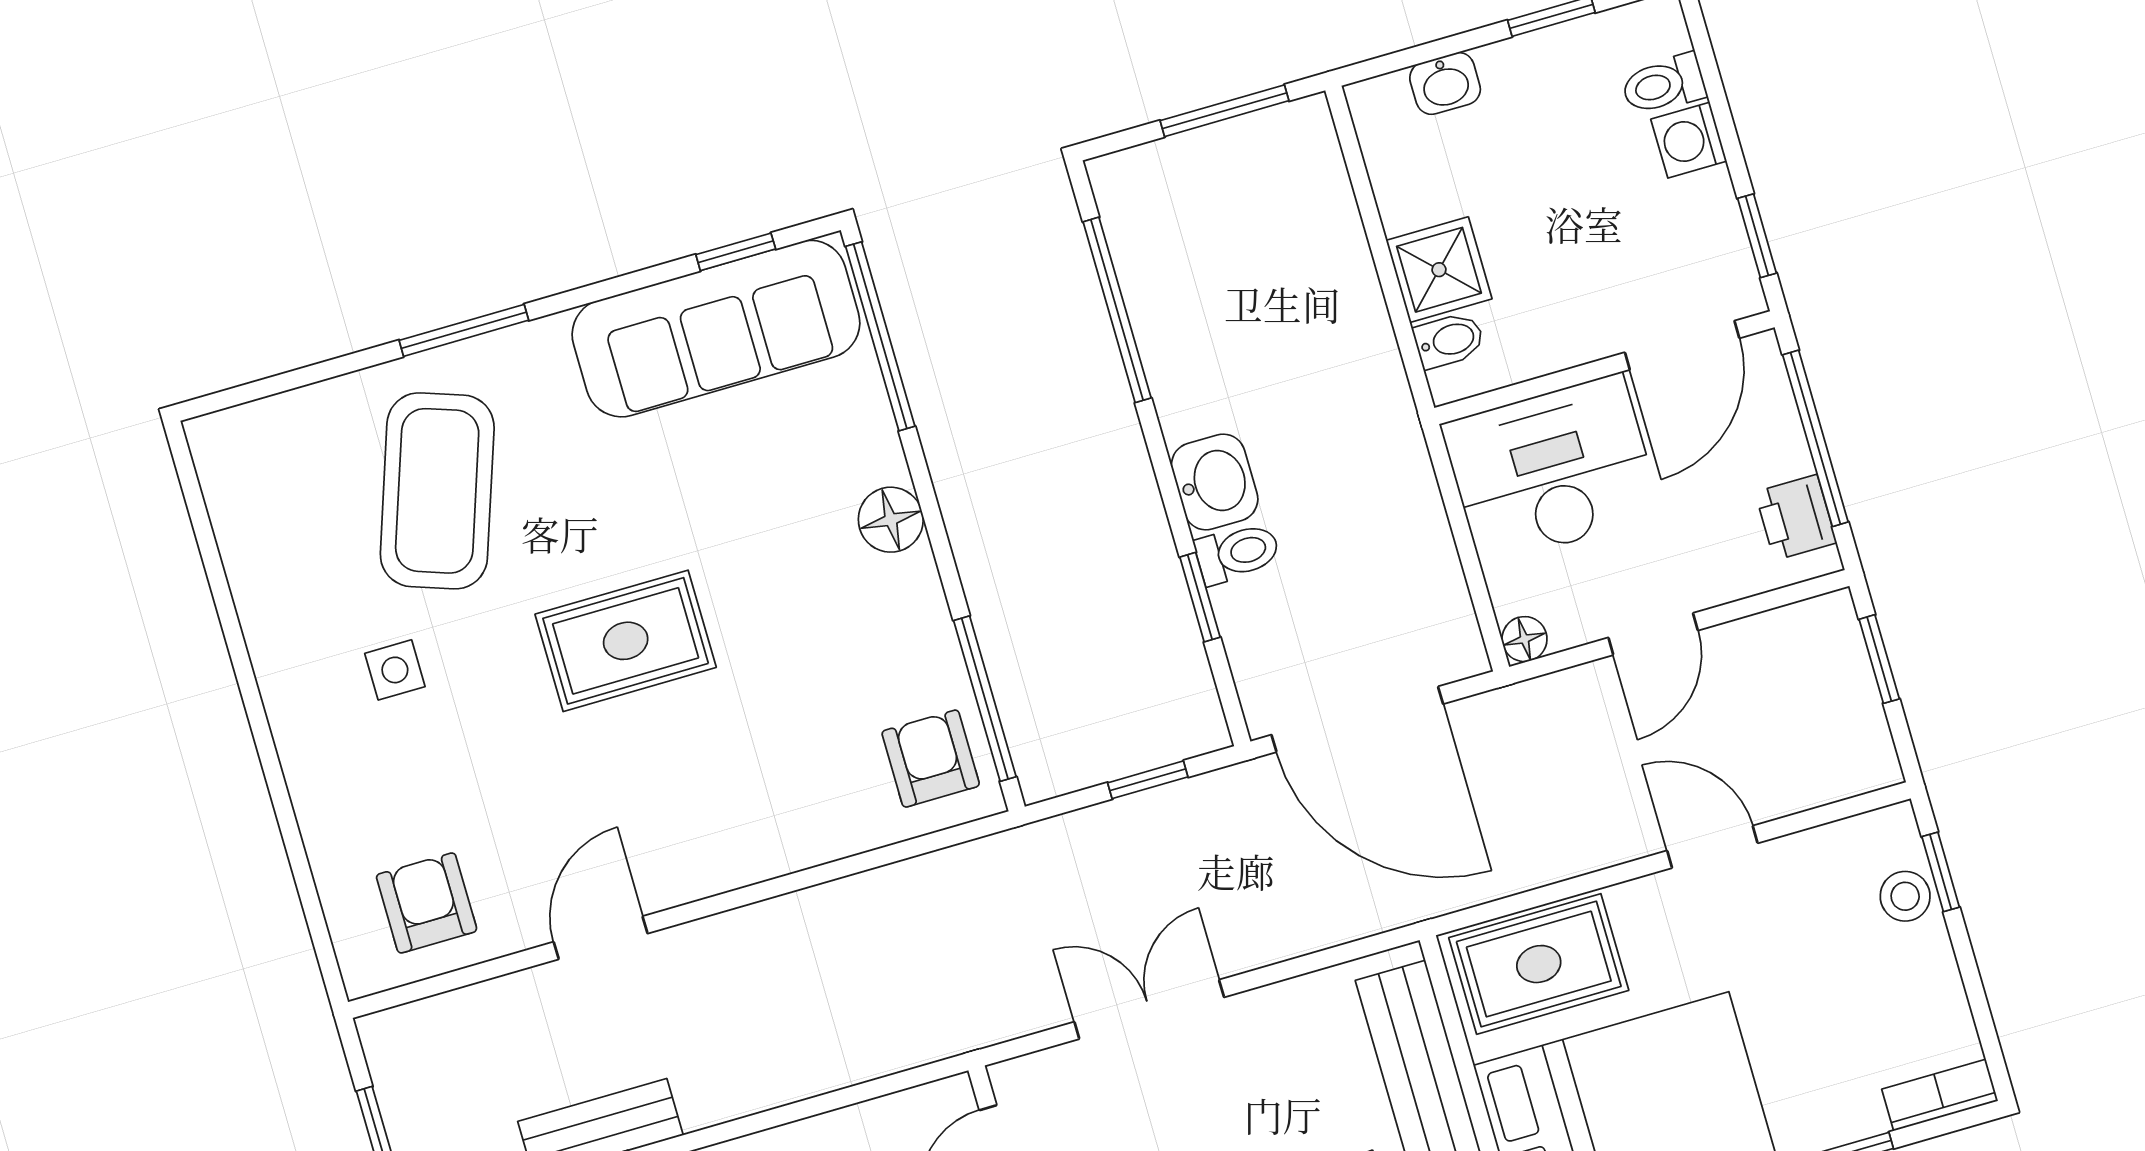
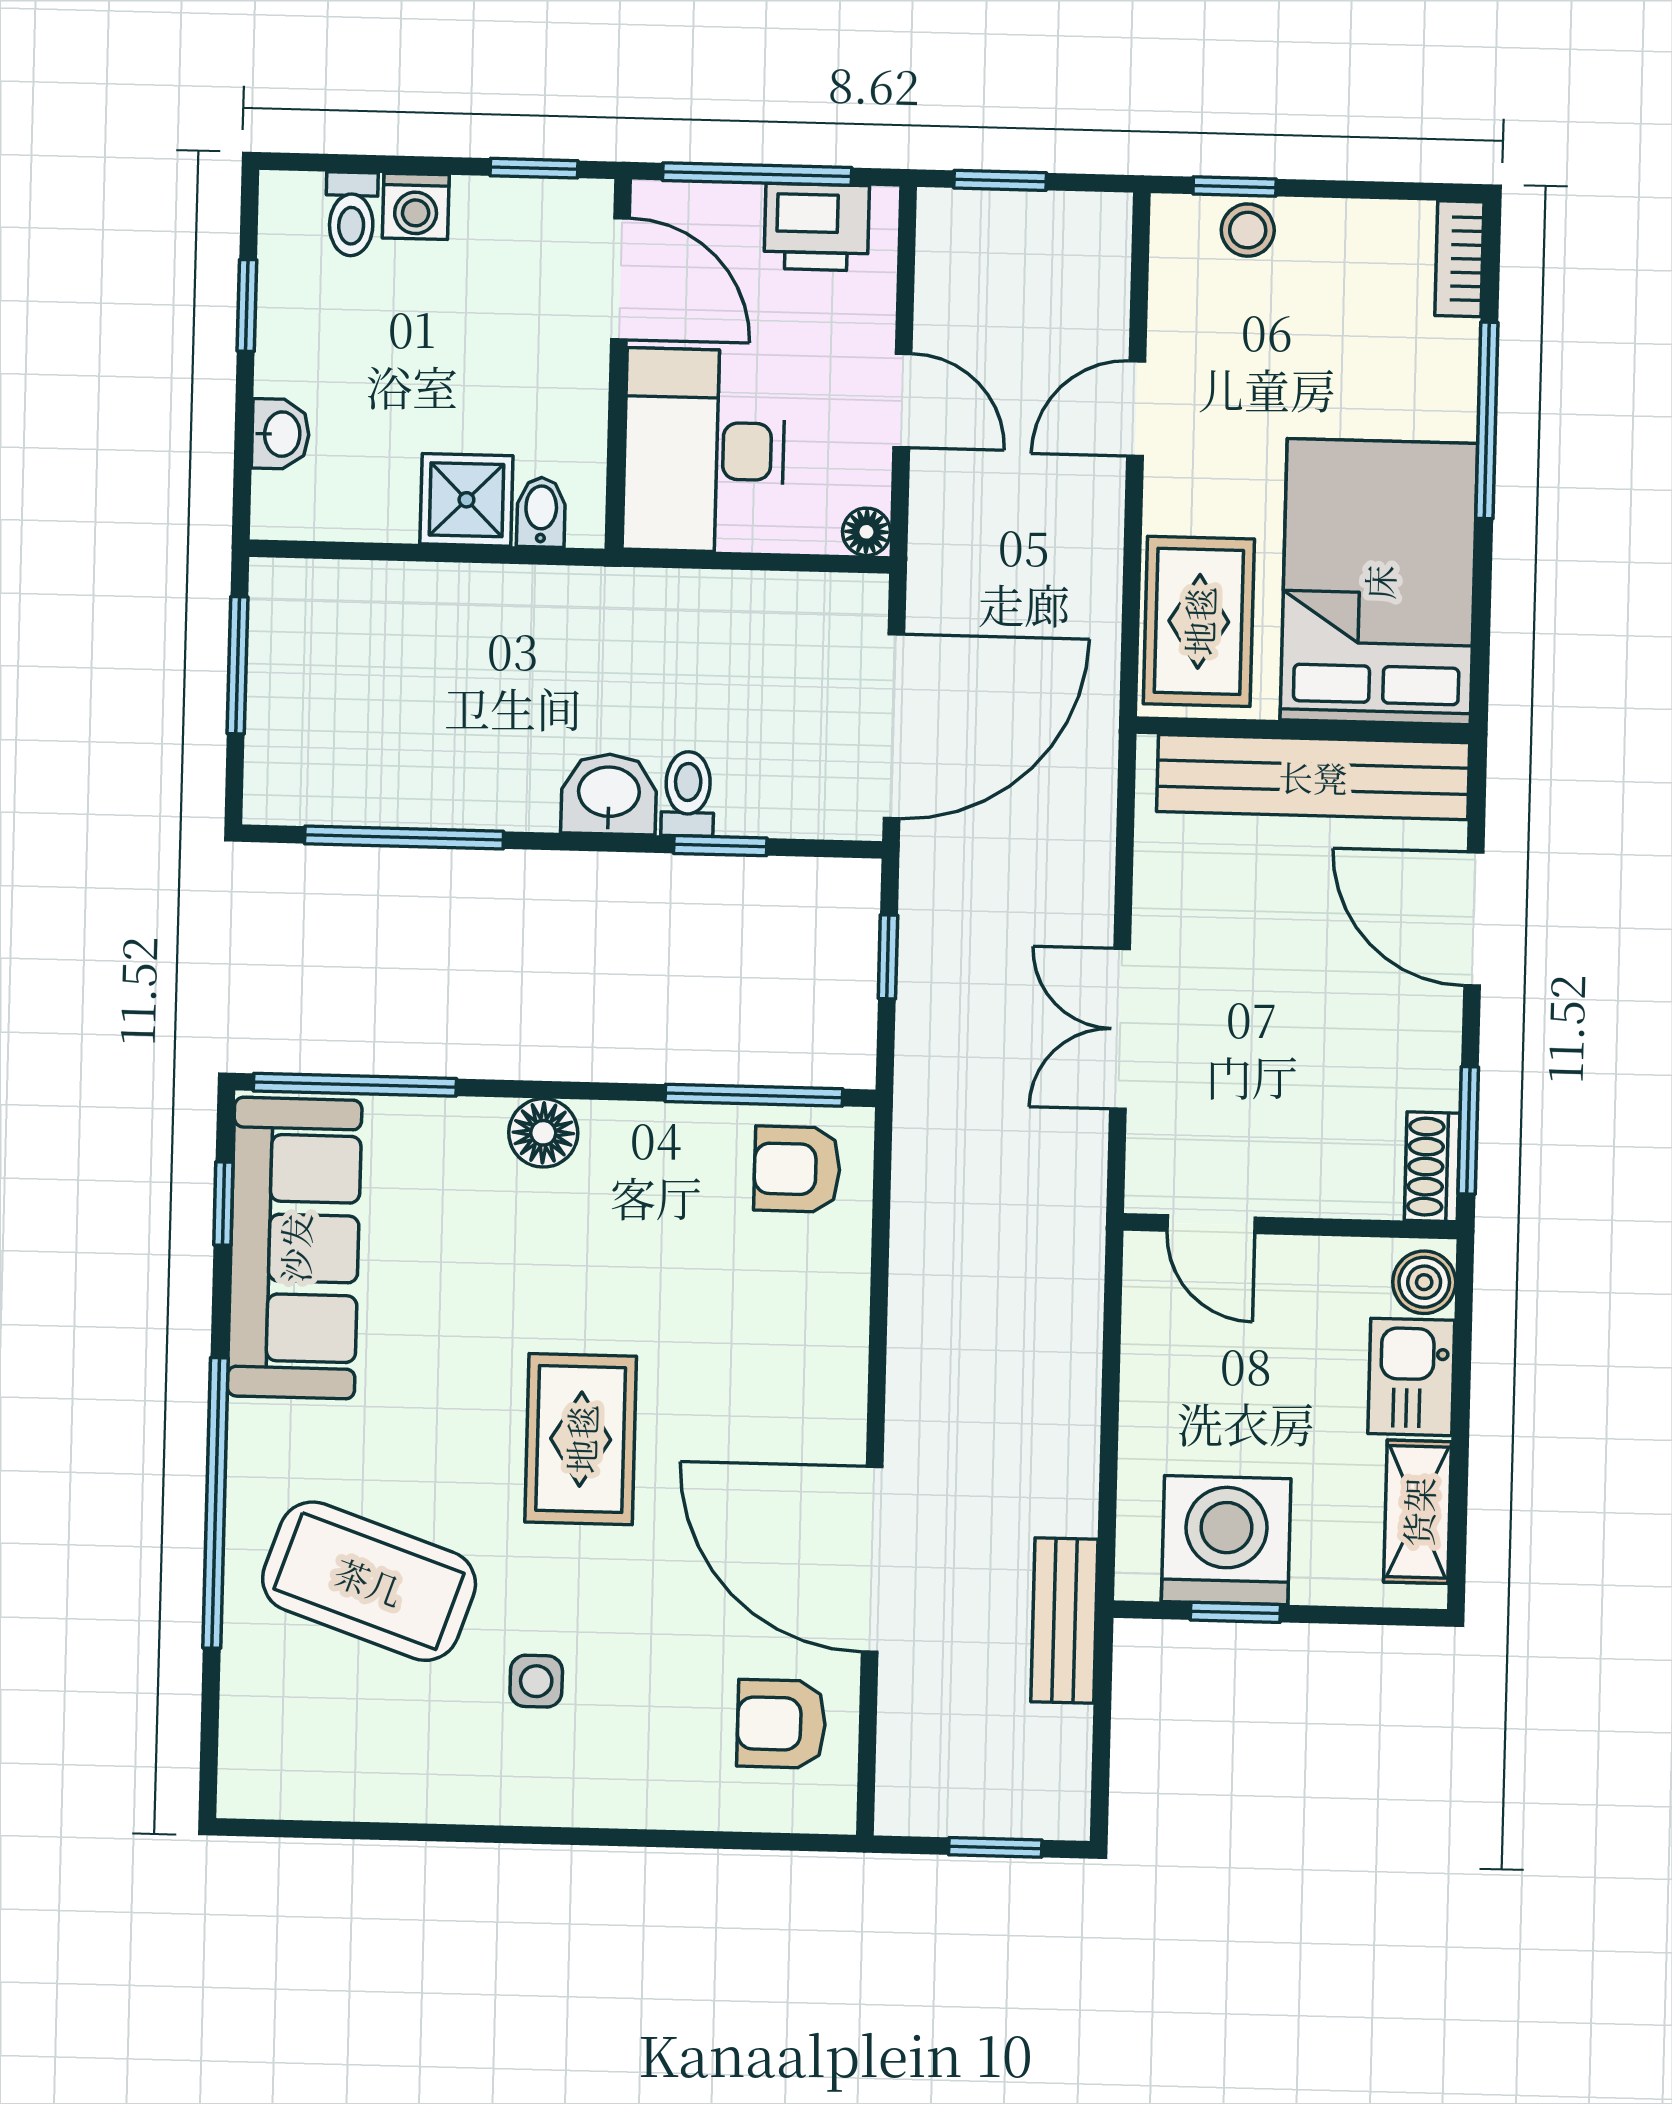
window: (464, 330) -> (216, 1503), width x2.11
printer: (1796, 517) -> (817, 227), width x1.36, depth x1.24
door: (601, 938) -> (872, 1559), width x1.87

